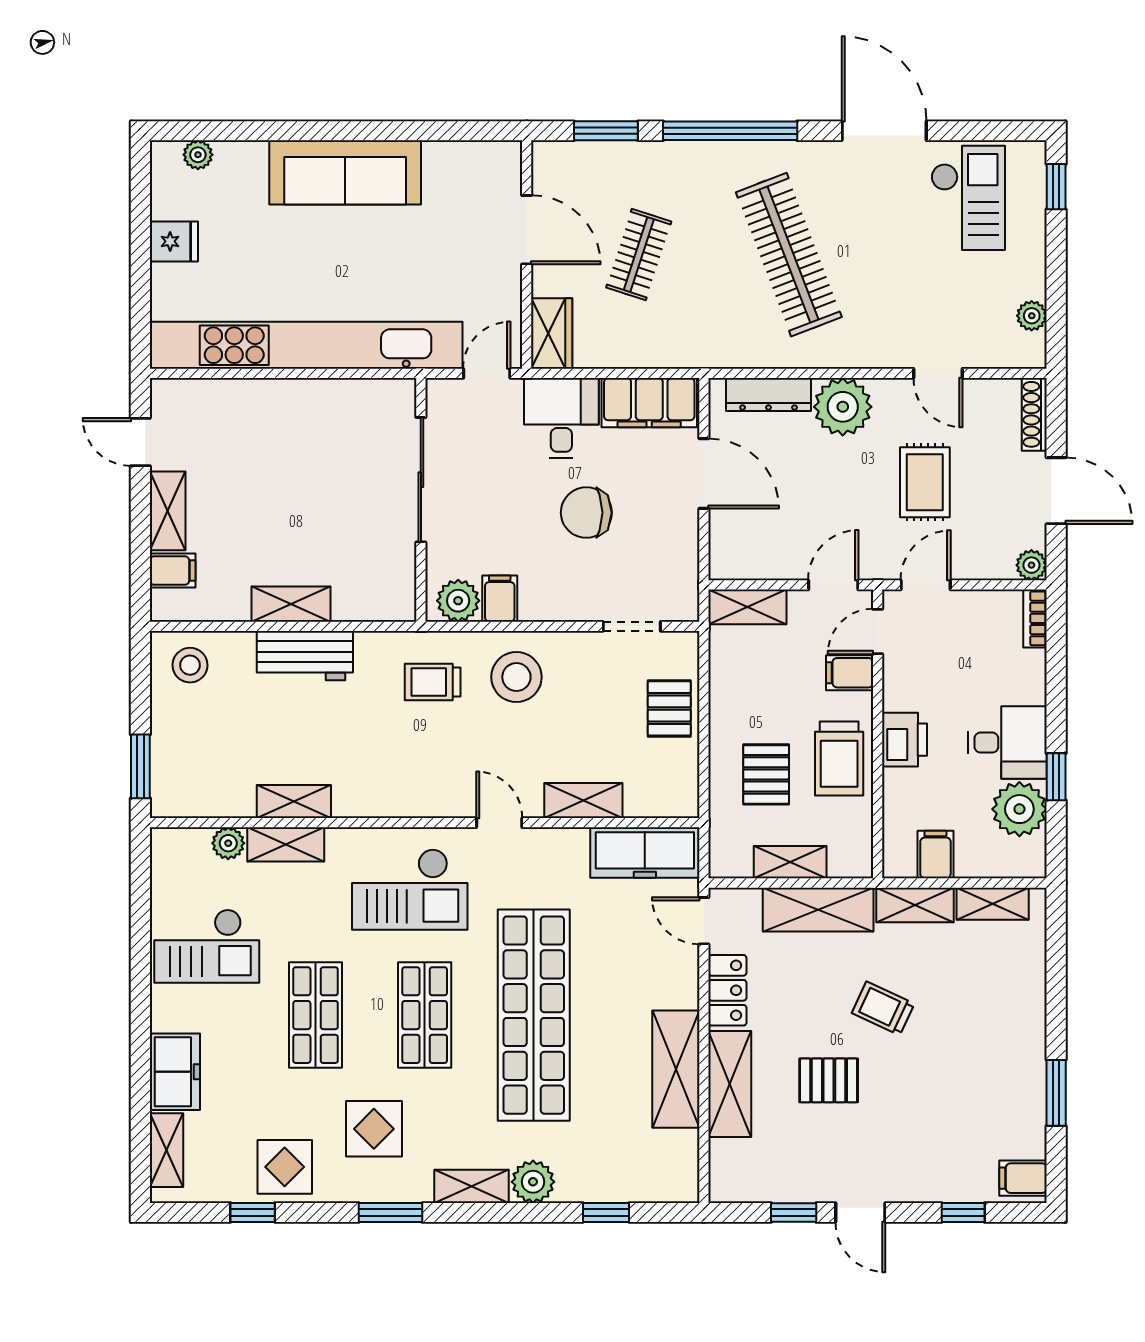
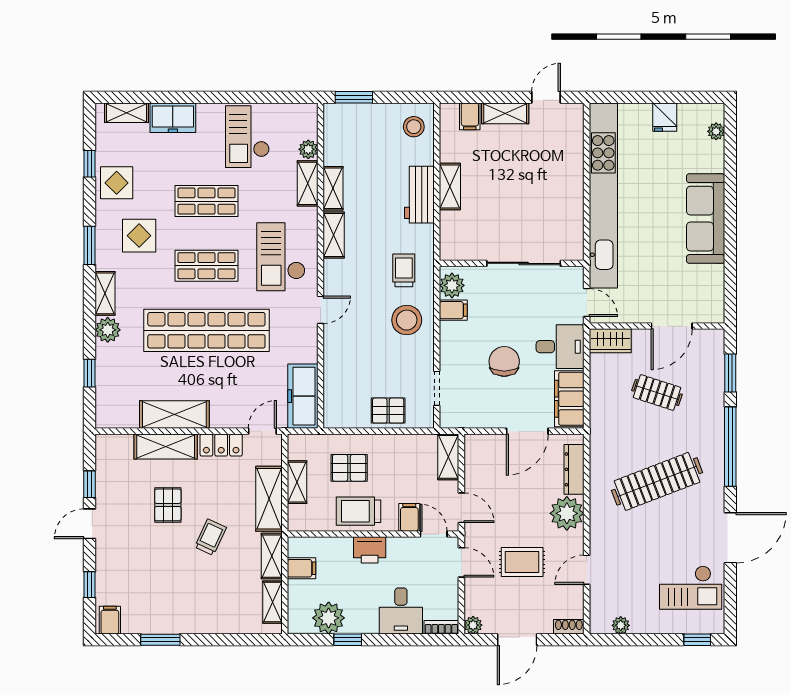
shoe rack: (1034, 414) -> (569, 627), width x0.70
desk: (1008, 743) -> (401, 611), moved
shelving: (583, 800) -> (334, 235), moved

